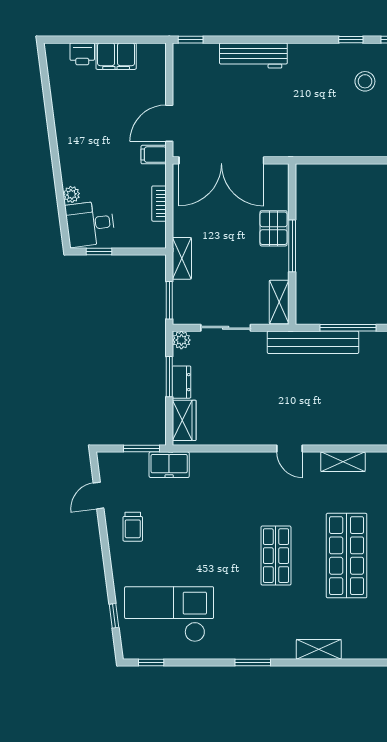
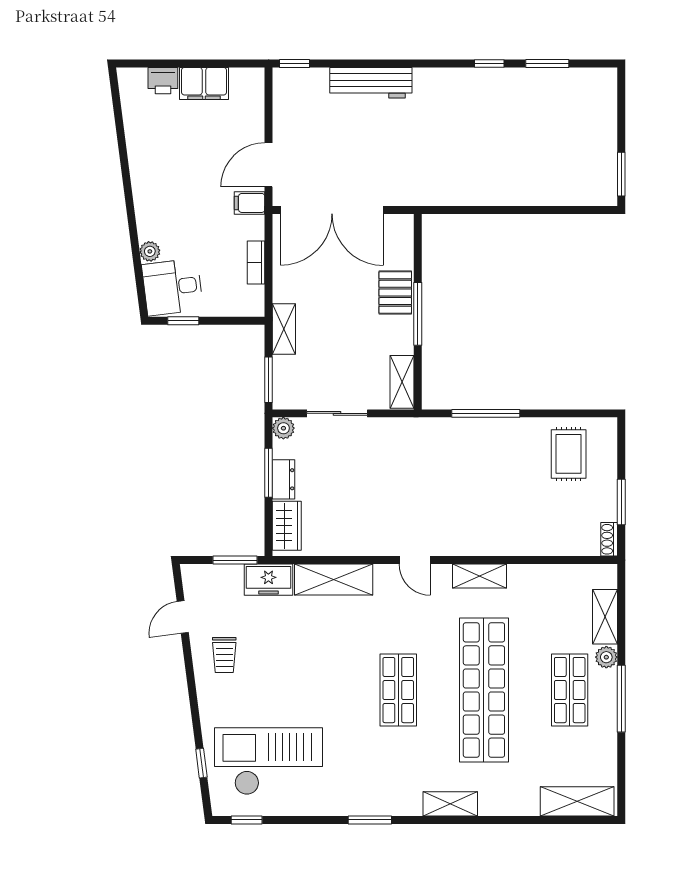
stool: (365, 81) -> (506, 114), removed
bench: (313, 342) -> (443, 431), removed
shelving: (223, 465) -> (334, 579), added
shop shelf: (347, 556) -> (484, 690), width x1.40

